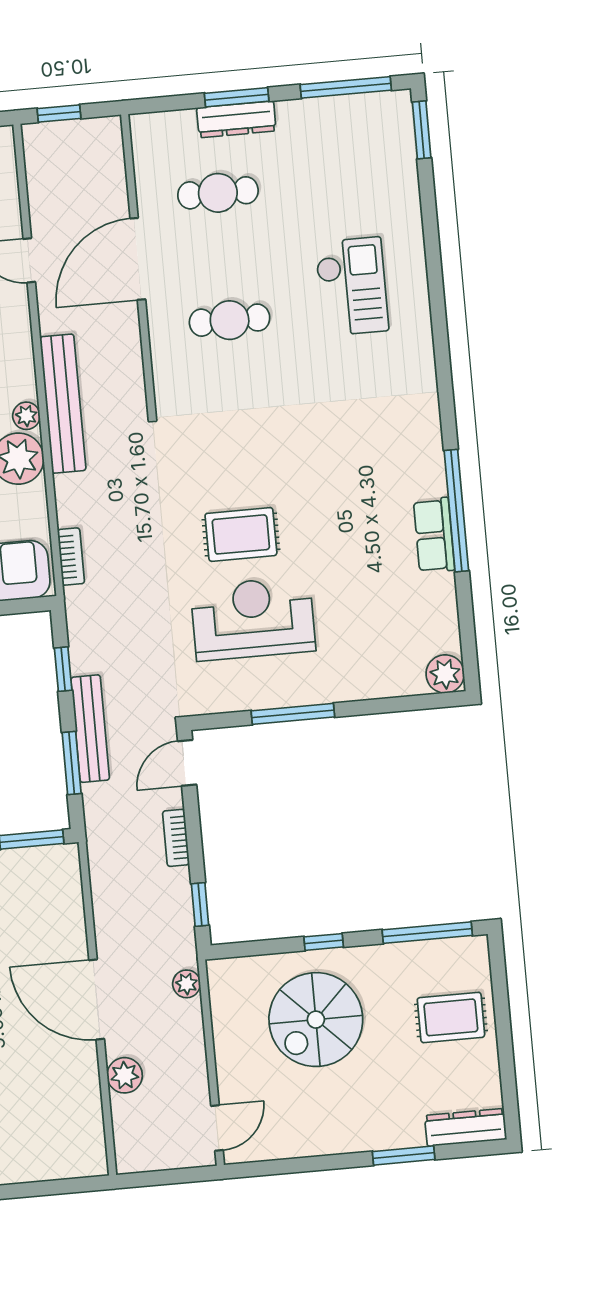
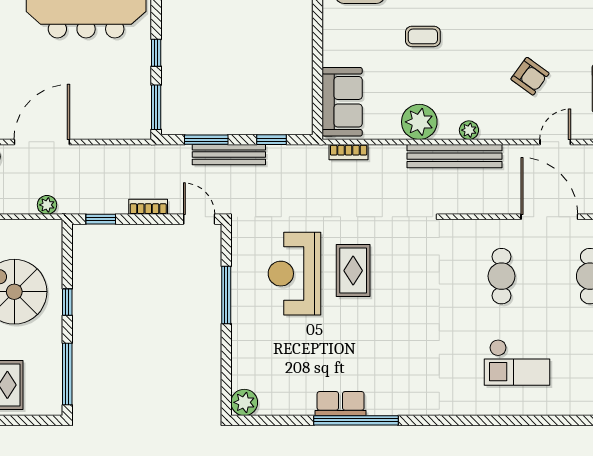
plant: (26, 416) -> (469, 130), moved
reception desk: (253, 619) -> (294, 274), turned 180

